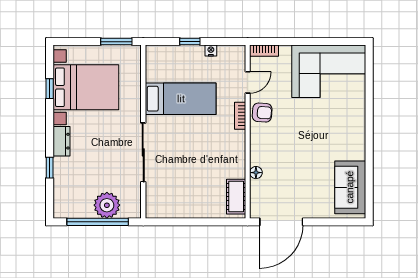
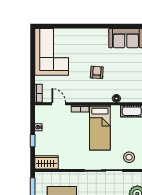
wardrobe: (156, 63) -> (46, 162), added
bed: (181, 99) -> (100, 128), moved, turned 180
armchair: (262, 113) -> (97, 72), moved
stool: (164, 192) -> (129, 157), added

